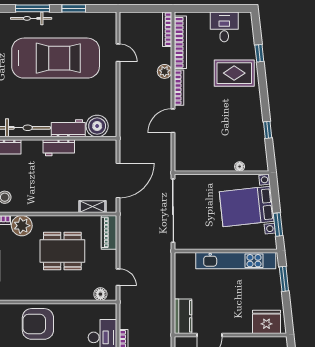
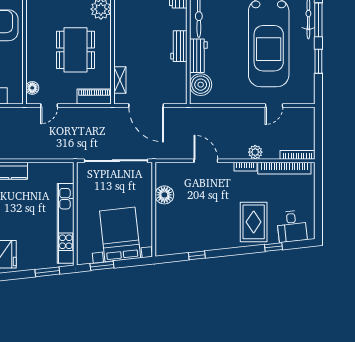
desk: (224, 27) -> (292, 226), moved, turned 84
bookcase: (179, 88) -> (245, 167), width x0.64
floor lamp: (240, 167) -> (164, 195), moved, width x1.89, depth x1.89

